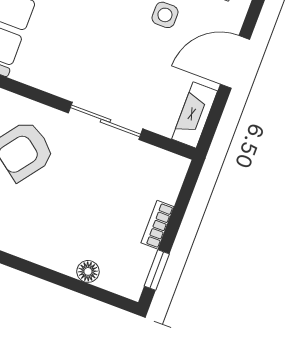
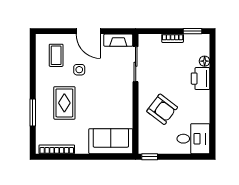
sliding door: (105, 121) -> (136, 64), moved
printer: (56, 250) -> (201, 79), added

